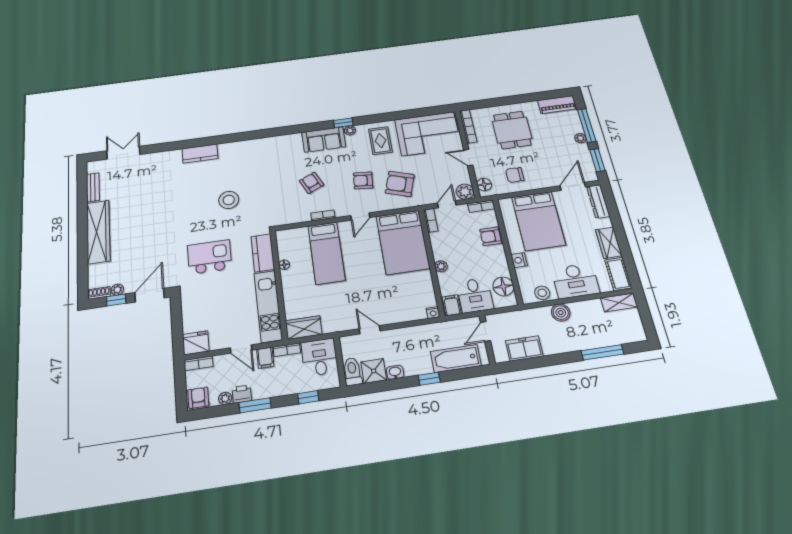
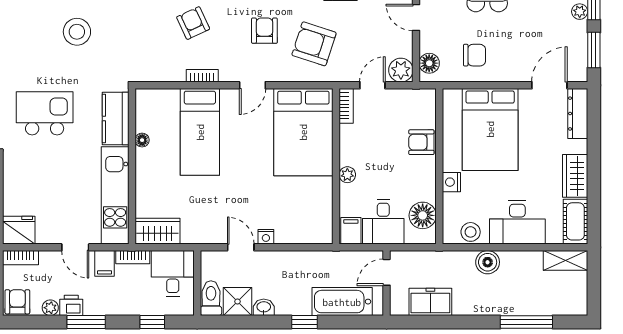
chair: (515, 175) -> (474, 55), turned 180
armchair: (363, 180) -> (264, 31), turned 85
bookcase: (481, 206) -> (418, 96), removed
nightstand: (433, 313) -> (266, 237), moved

